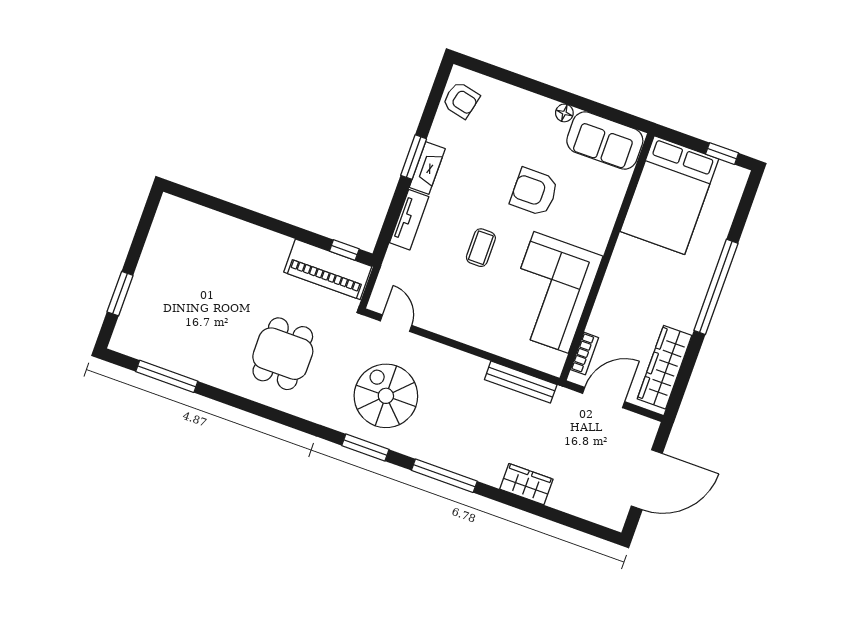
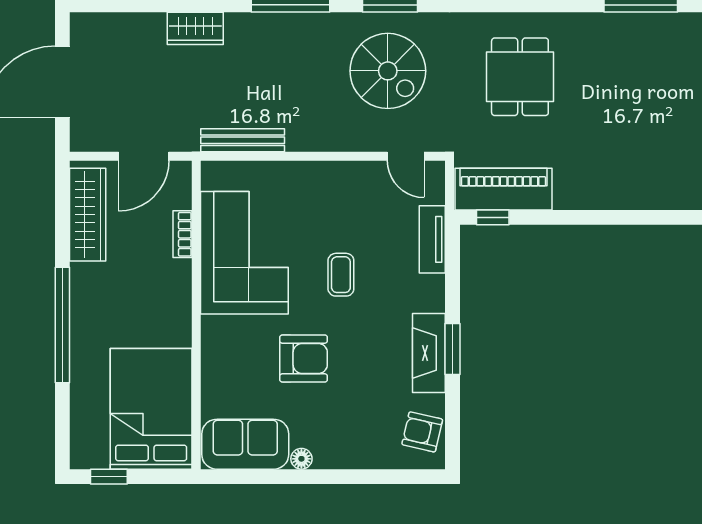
fireplace: (427, 168) -> (429, 353), width x1.37, depth x1.32
tv unit: (409, 220) -> (432, 239), moved
bookcase: (585, 354) -> (183, 234), moved

